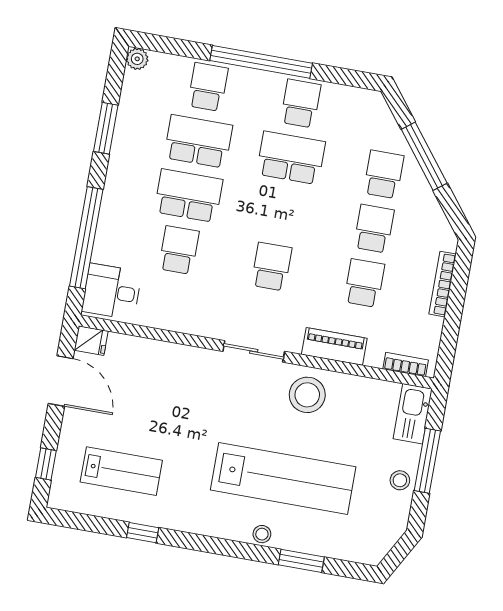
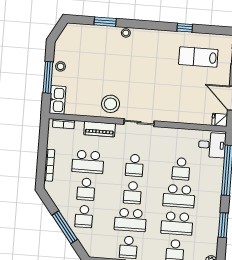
school desk: (281, 212) -> (132, 193), added
school desk: (364, 283) -> (88, 162), width x1.85
lab bench: (283, 478) -> (118, 61), removed

